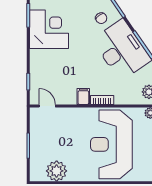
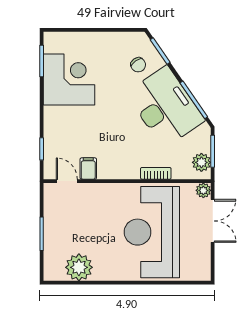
filing cabinet: (83, 96) -> (88, 169), moved
bookcase: (102, 100) -> (156, 173), moved

